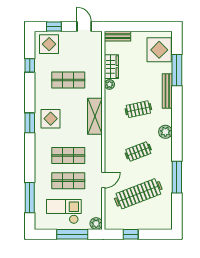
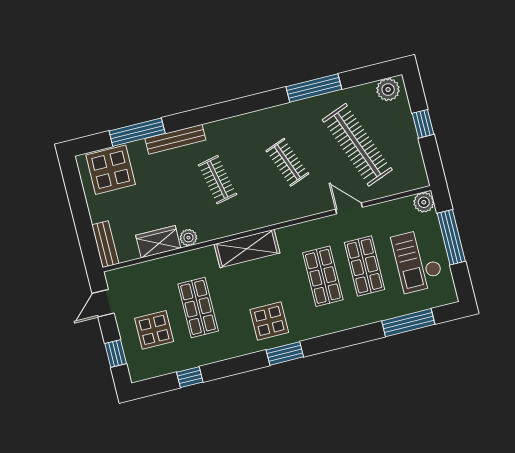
display table: (49, 44) -> (154, 330), moved
plant: (165, 132) -> (388, 90), moved
window: (131, 234) -> (423, 124), moved

